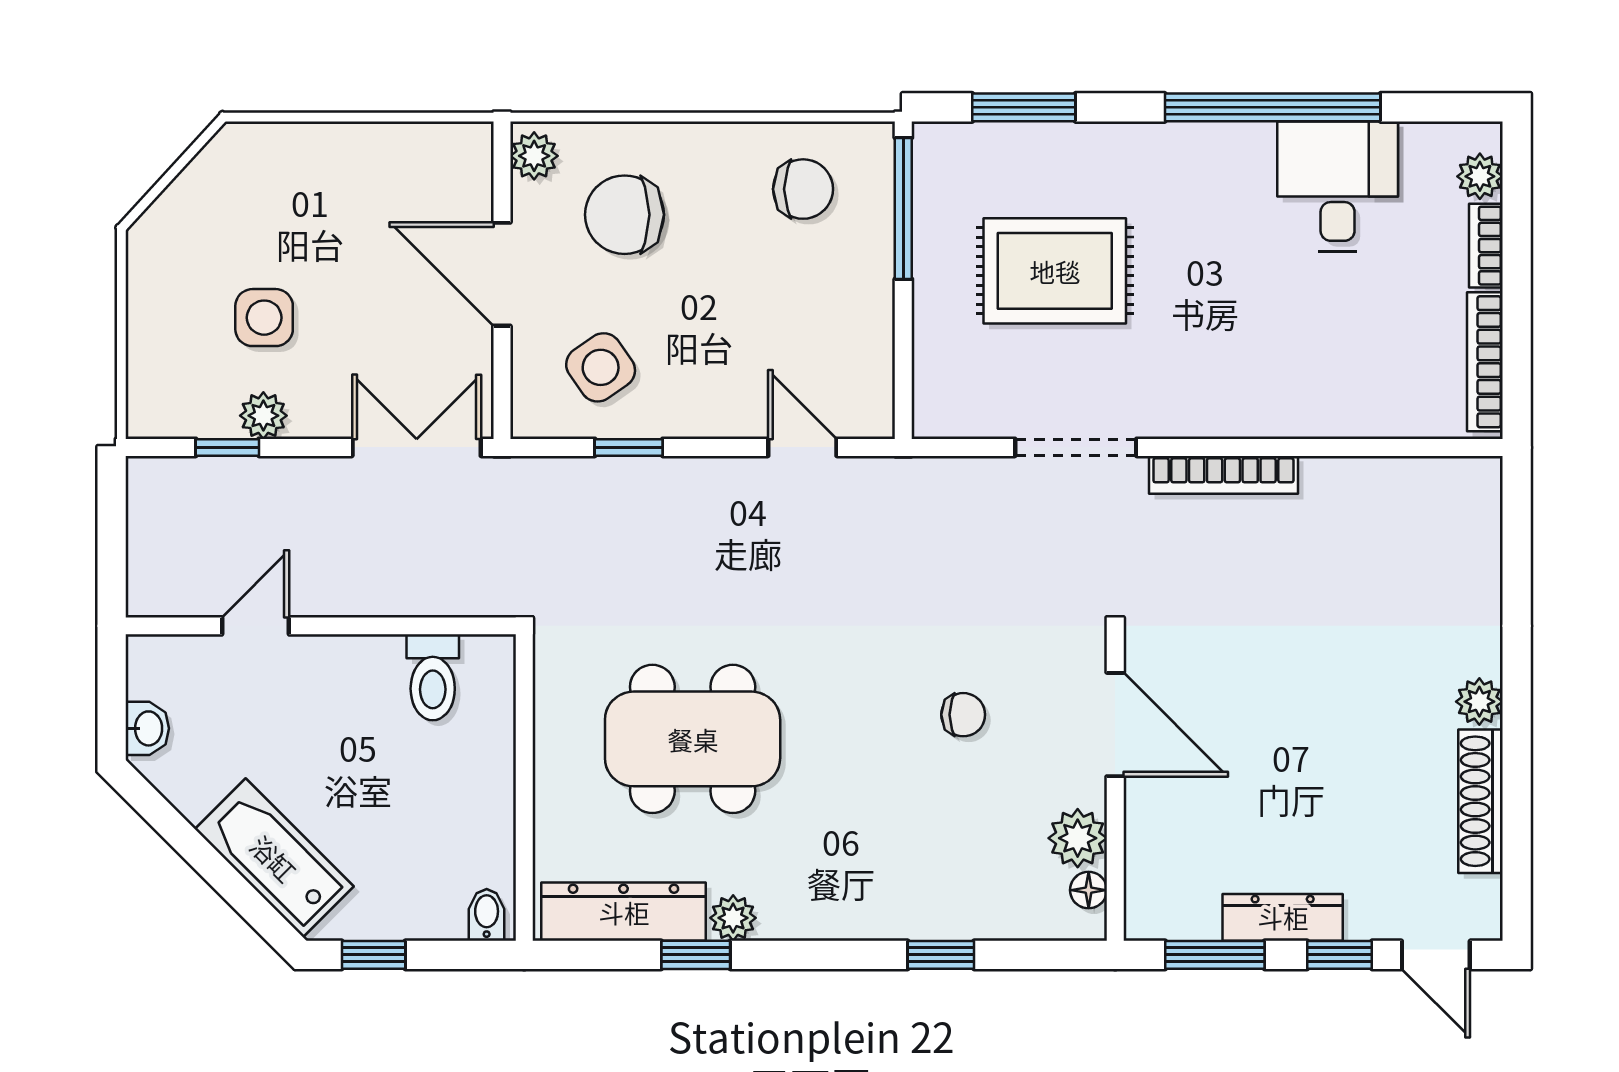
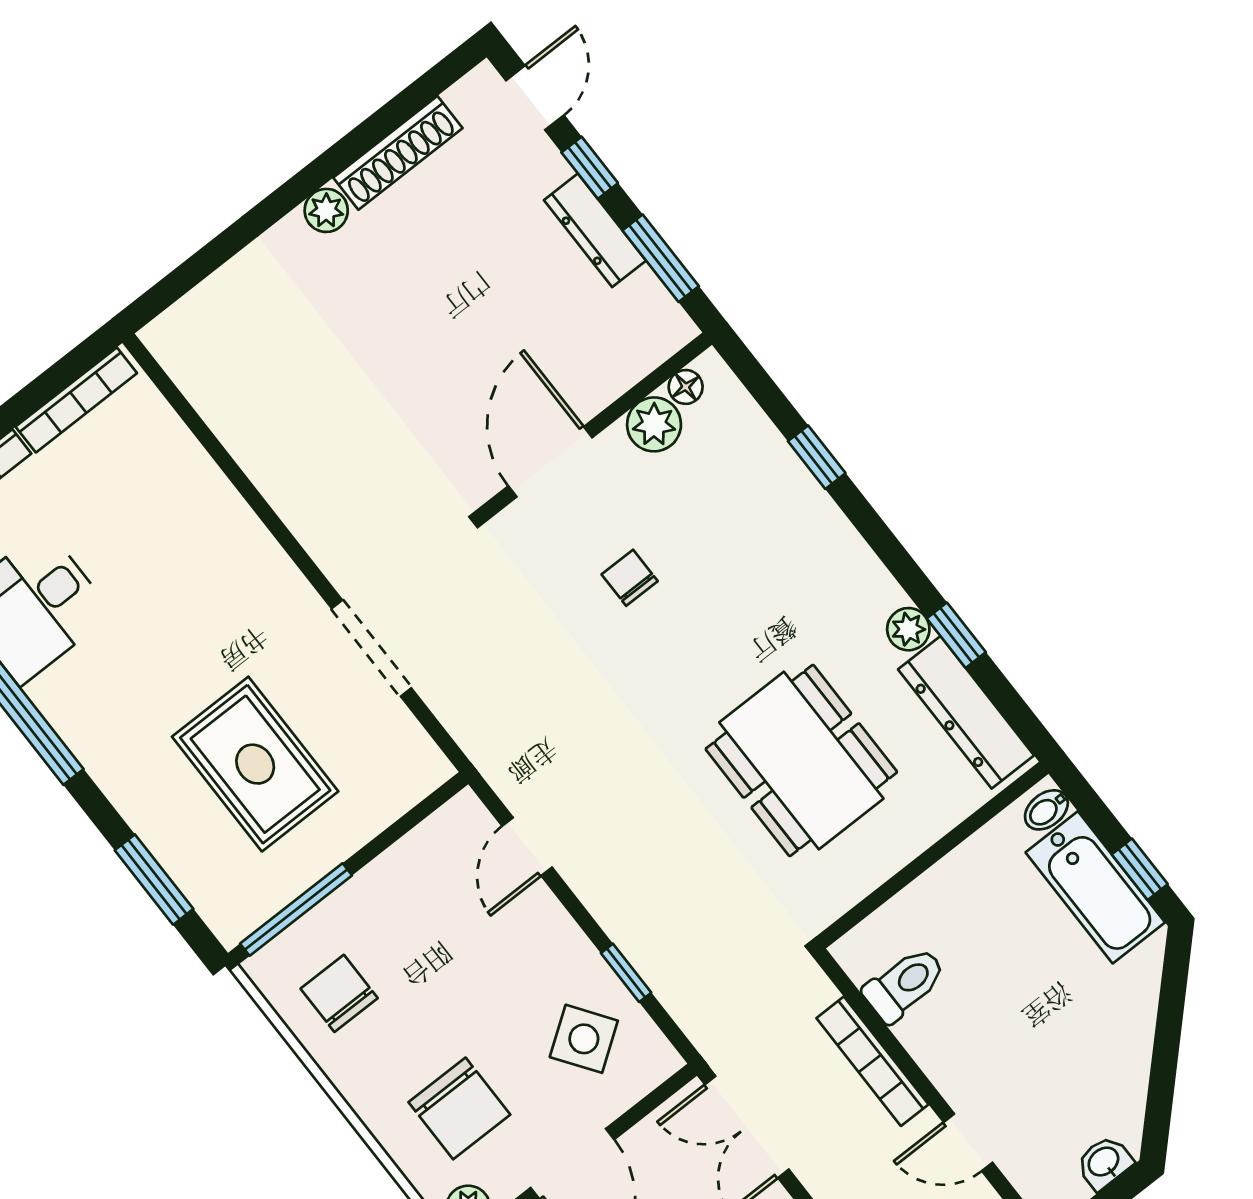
bookcase: (1223, 475) -> (872, 1061), moved, turned 180
bathtub: (274, 858) -> (1095, 887), moved, turned -45

